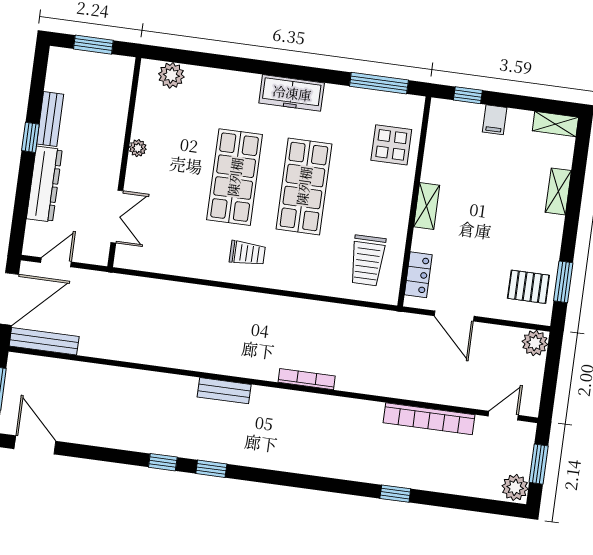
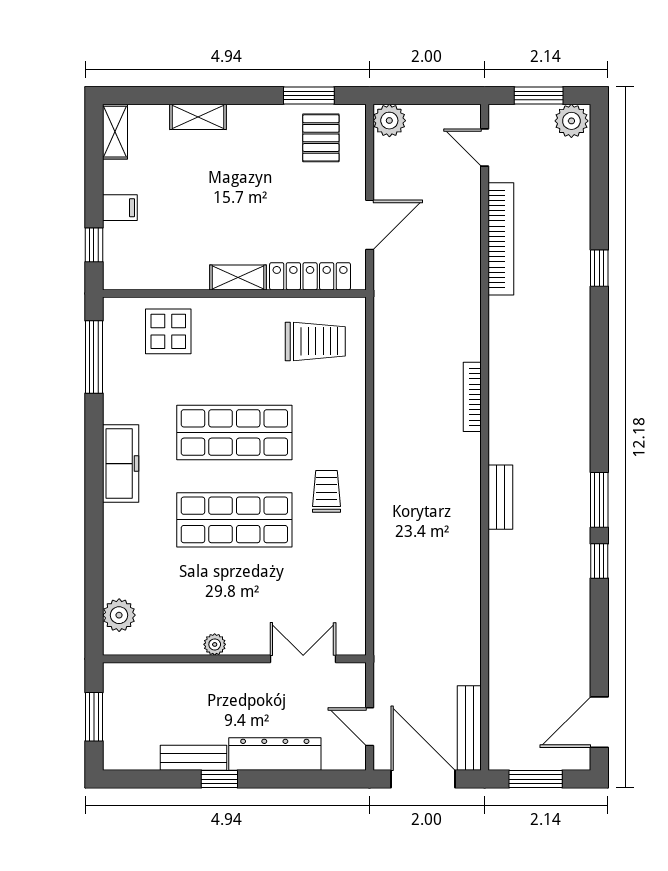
locker: (418, 275) -> (310, 276), width x1.53
window: (211, 469) -> (599, 500), width x1.50

